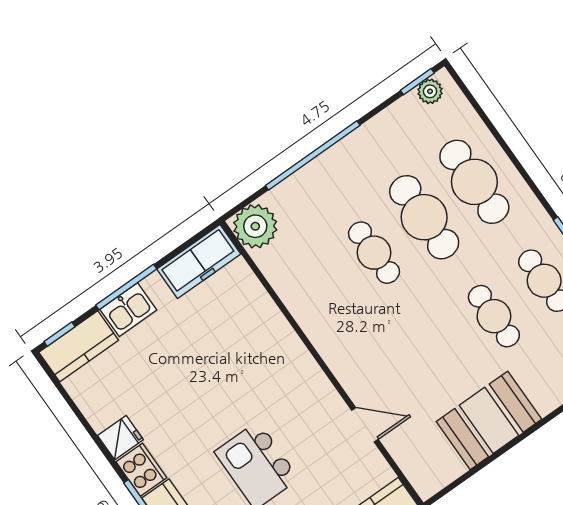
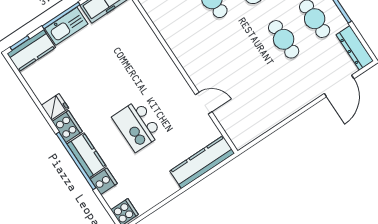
kitchen sink: (128, 310) -> (66, 26), width x1.38
booth: (489, 420) -> (279, 103), removed

